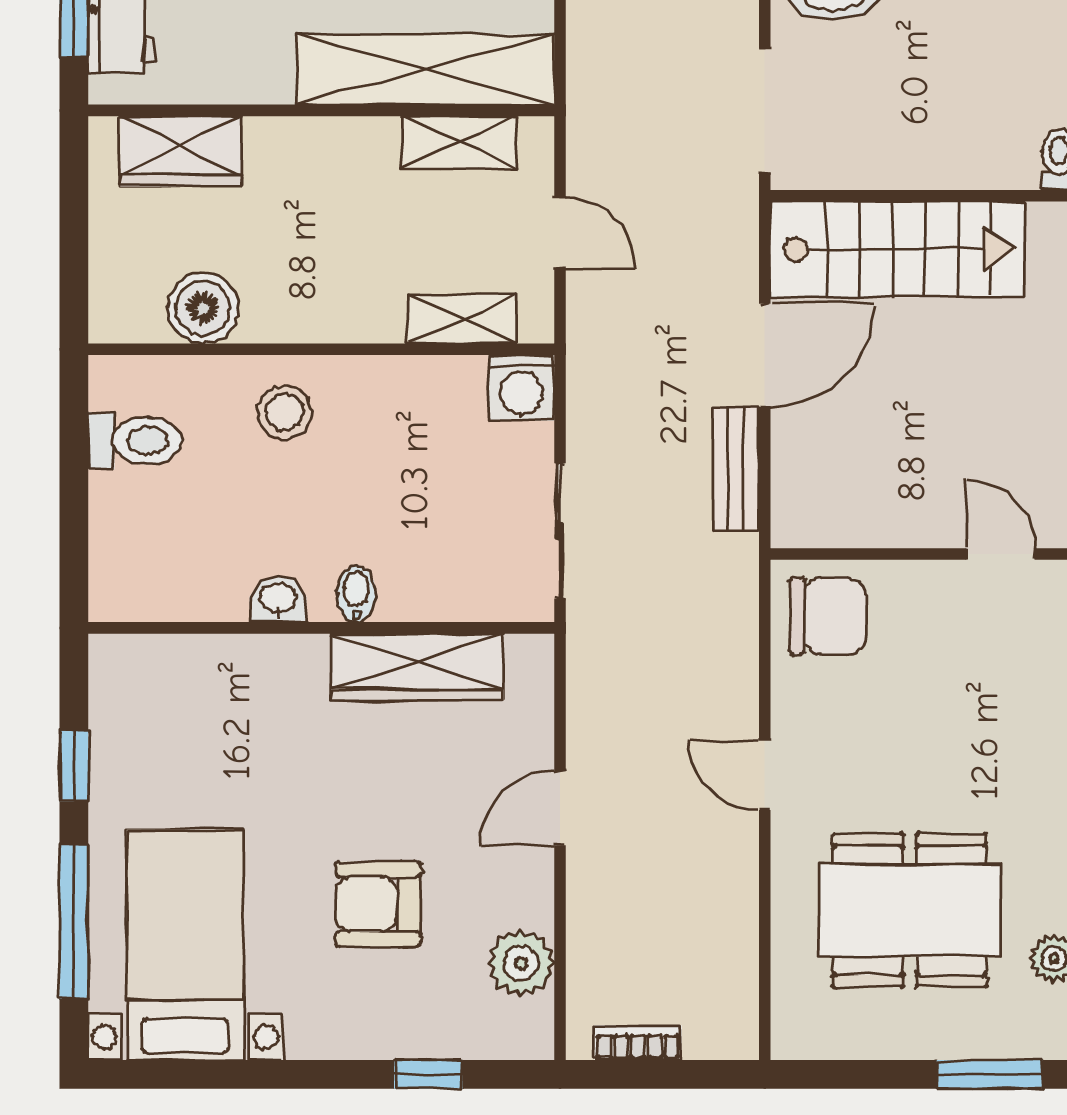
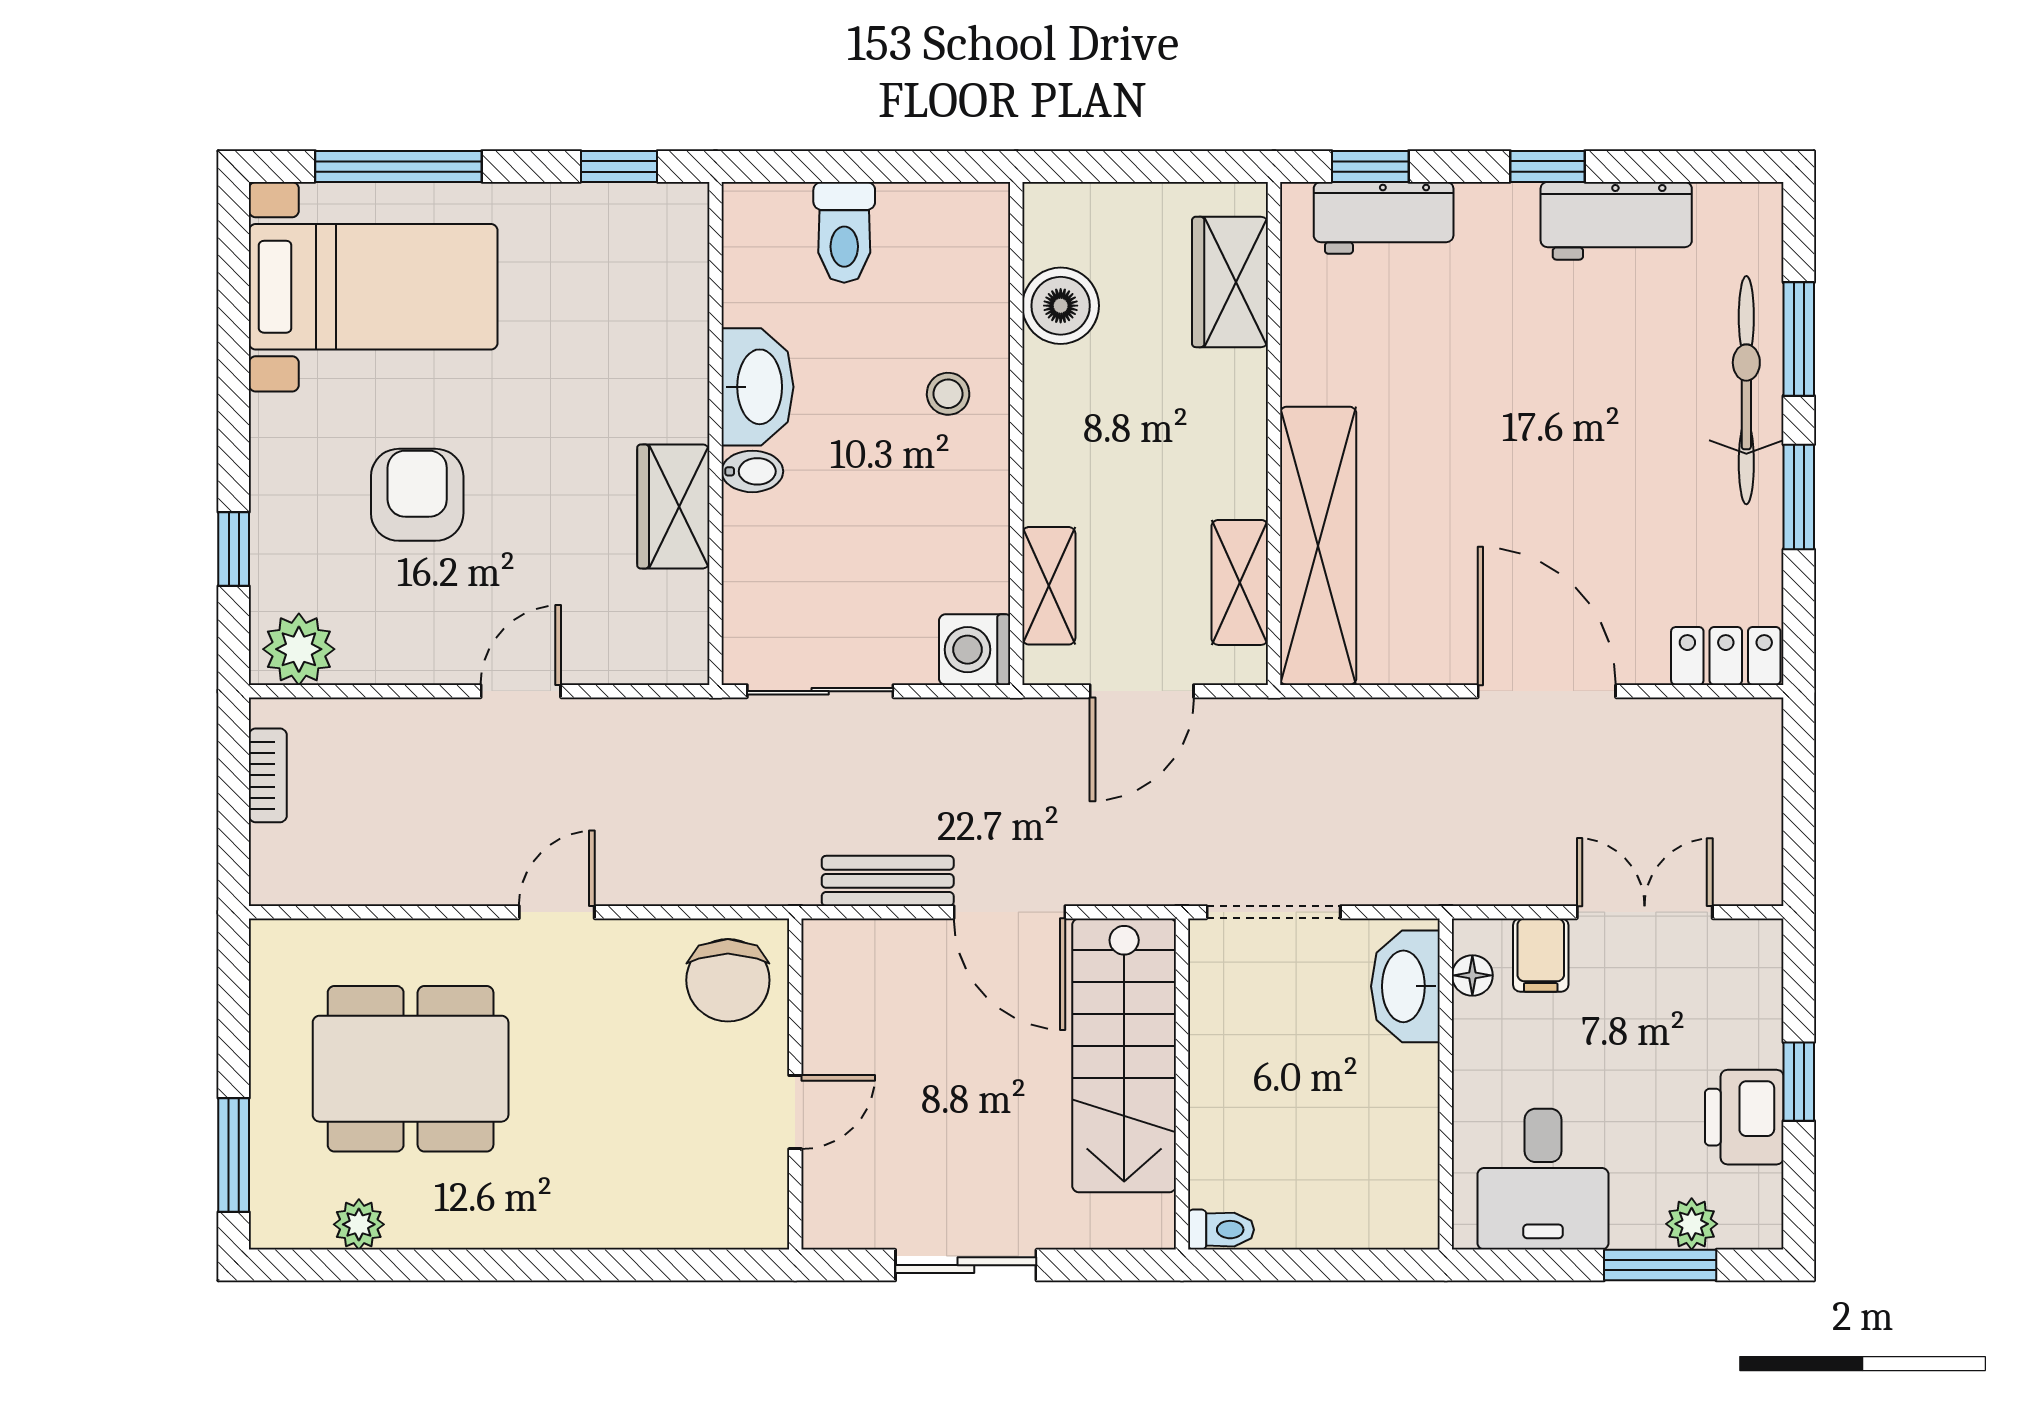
door: (560, 233) -> (1142, 691), width x1.37
stool: (284, 412) -> (948, 394), width x0.73, depth x0.73
toilet: (135, 441) -> (844, 232), moved
door: (1000, 554) -> (795, 1112), moved
washbasin: (278, 599) -> (757, 387), width x1.91, depth x1.45
wardrobe: (418, 667) -> (673, 506), width x0.67
window: (74, 766) -> (619, 166), moved
door: (560, 808) -> (521, 691), hinge flipped
dining table: (910, 910) -> (411, 1069), turned 90
plant: (521, 963) -> (299, 649), moved

